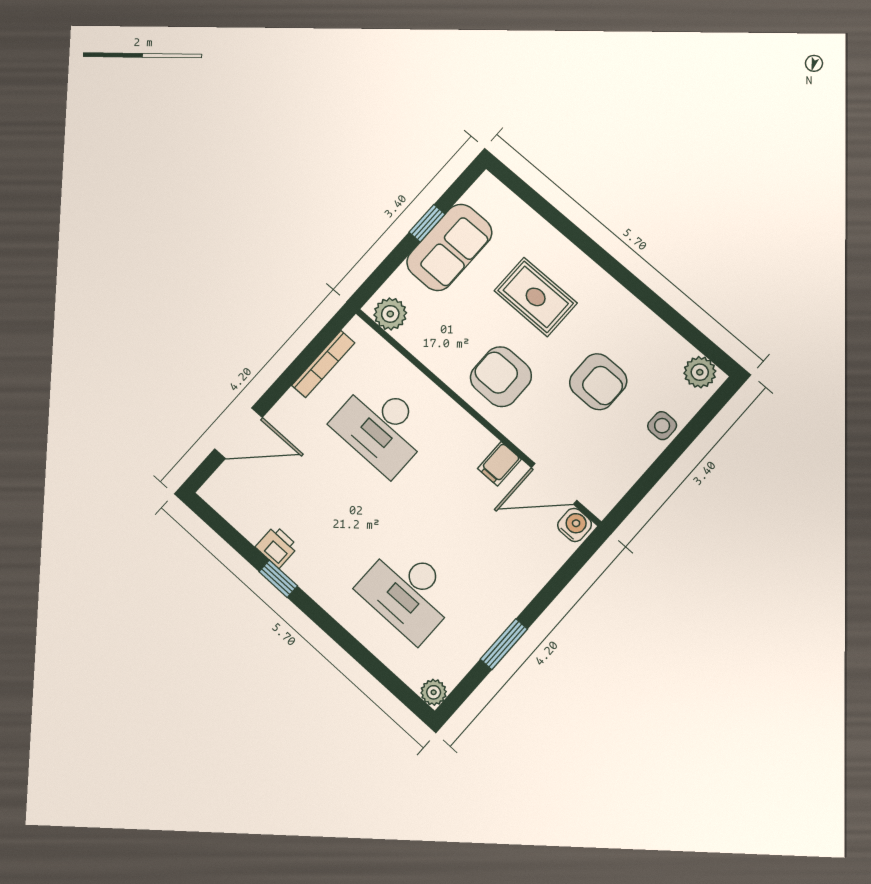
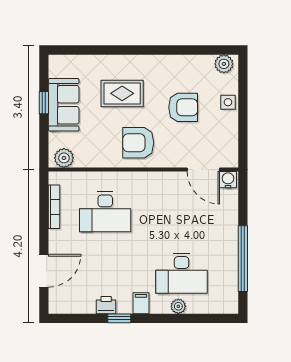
filing cabinet: (499, 464) -> (141, 303), moved, turned 180
door: (554, 484) -> (203, 170), hinge flipped
window: (504, 644) -> (243, 259), width x2.11
plant: (434, 692) -> (178, 306), moved

